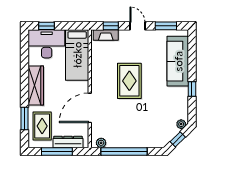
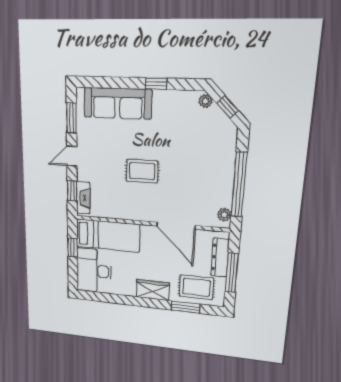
window: (47, 26) -> (73, 247), moved
rug: (129, 81) -> (142, 171), width x0.73, depth x0.70
wardrobe: (36, 86) -> (153, 290), width x0.67

